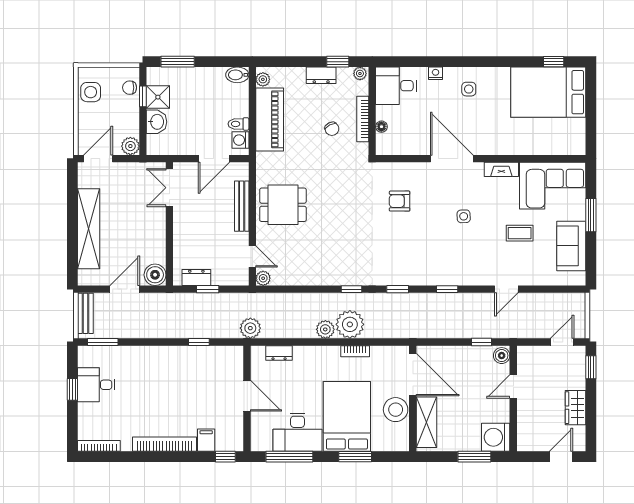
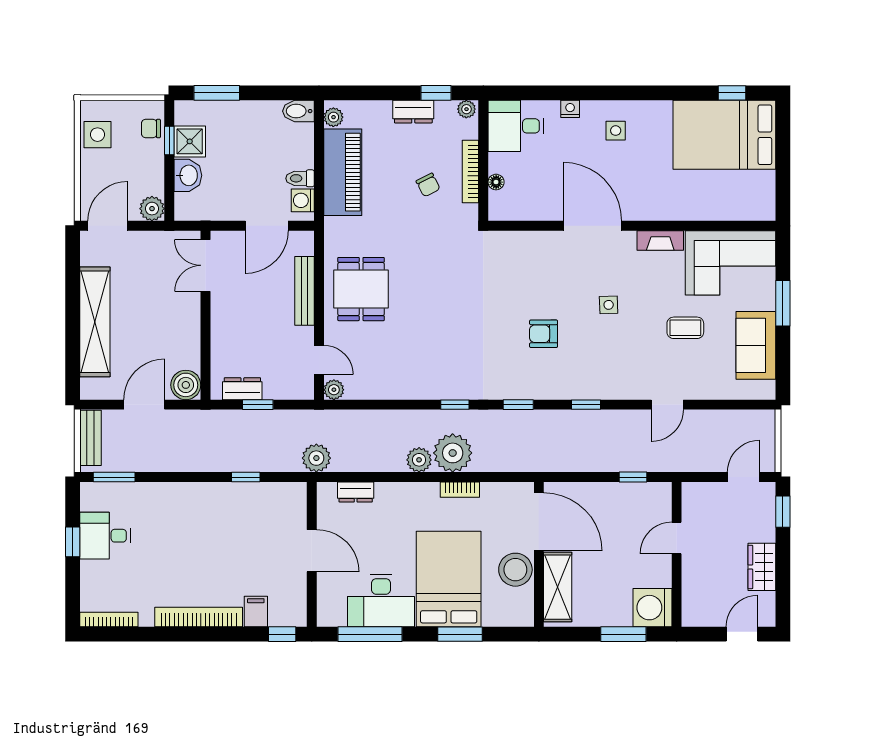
armchair: (400, 201) -> (544, 334), moved
dining table: (283, 205) -> (361, 289), turned 90
boiler: (502, 356) -> (661, 496), removed

